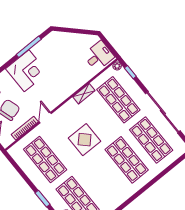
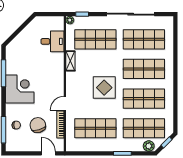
desk: (99, 56) -> (52, 41), moved, turned 90
door: (45, 118) -> (65, 103), hinge flipped
shop shelf: (102, 180) -> (144, 99), added

